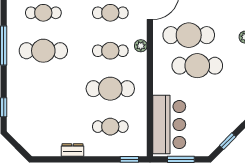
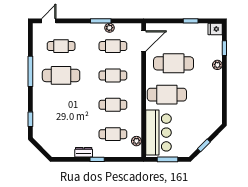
plant: (141, 46) -> (136, 141), moved
cafe table: (197, 66) -> (167, 95), moved
cafe table: (110, 89) -> (113, 105), width x0.73, depth x0.74
window: (129, 159) -> (97, 159), moved

